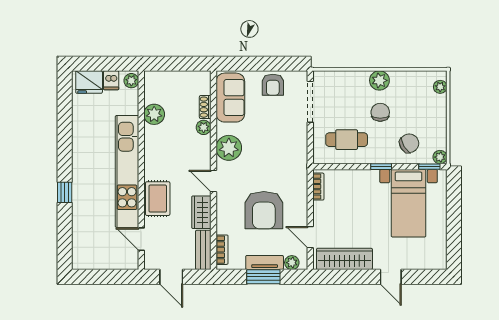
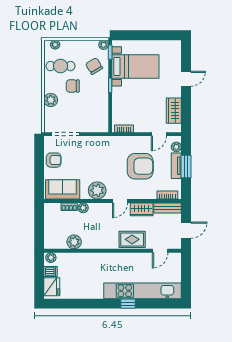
plant: (379, 80) -> (51, 100), moved
cafe table: (347, 140) -> (60, 66), moved, turned 90
kitchen unit: (127, 171) -> (143, 291), moved, turned 180
wardrobe: (344, 259) -> (174, 111), width x0.67

